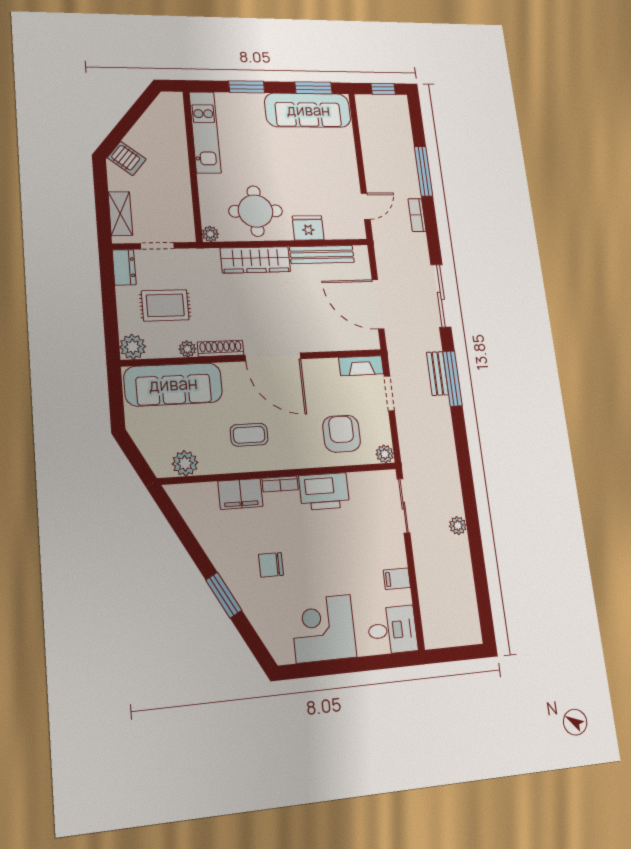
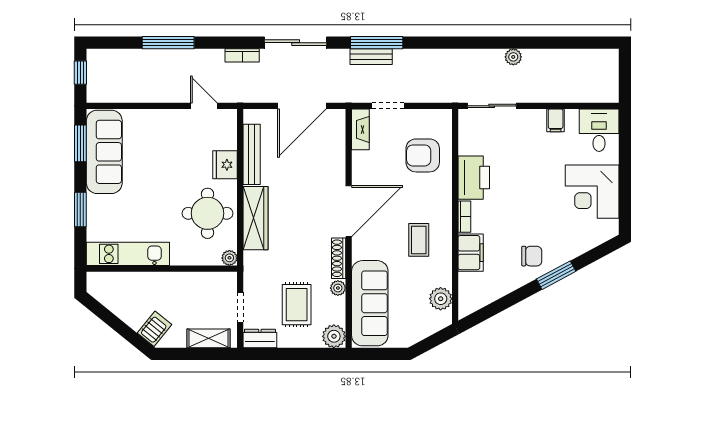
bookcase: (417, 215) -> (242, 55), moved
plant: (385, 454) -> (444, 117), removed
chair: (271, 565) -> (532, 256), moved, turned -90

